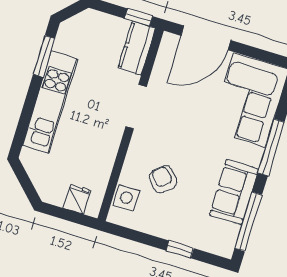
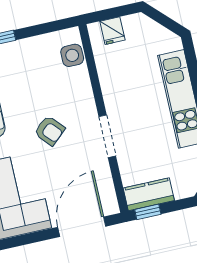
kitchen counter: (137, 48) -> (149, 194), moved, turned -90
armchair: (163, 179) -> (50, 131), moved

